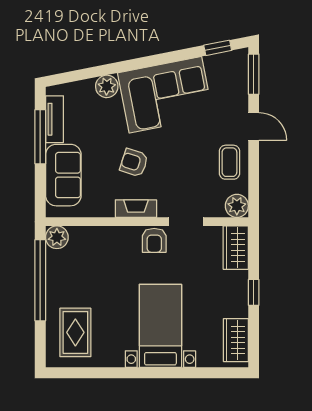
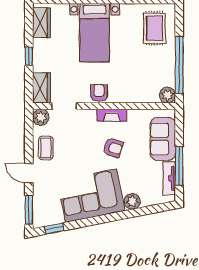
doorway: (186, 222) -> (65, 106), moved

